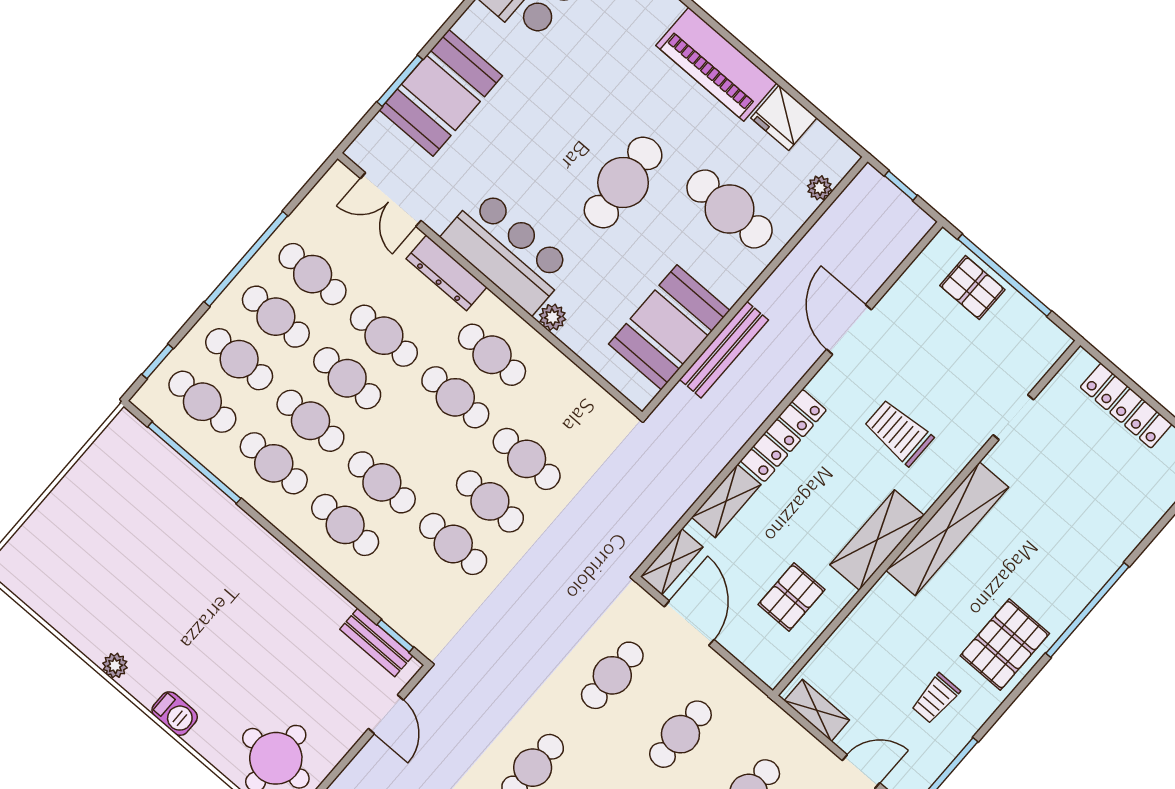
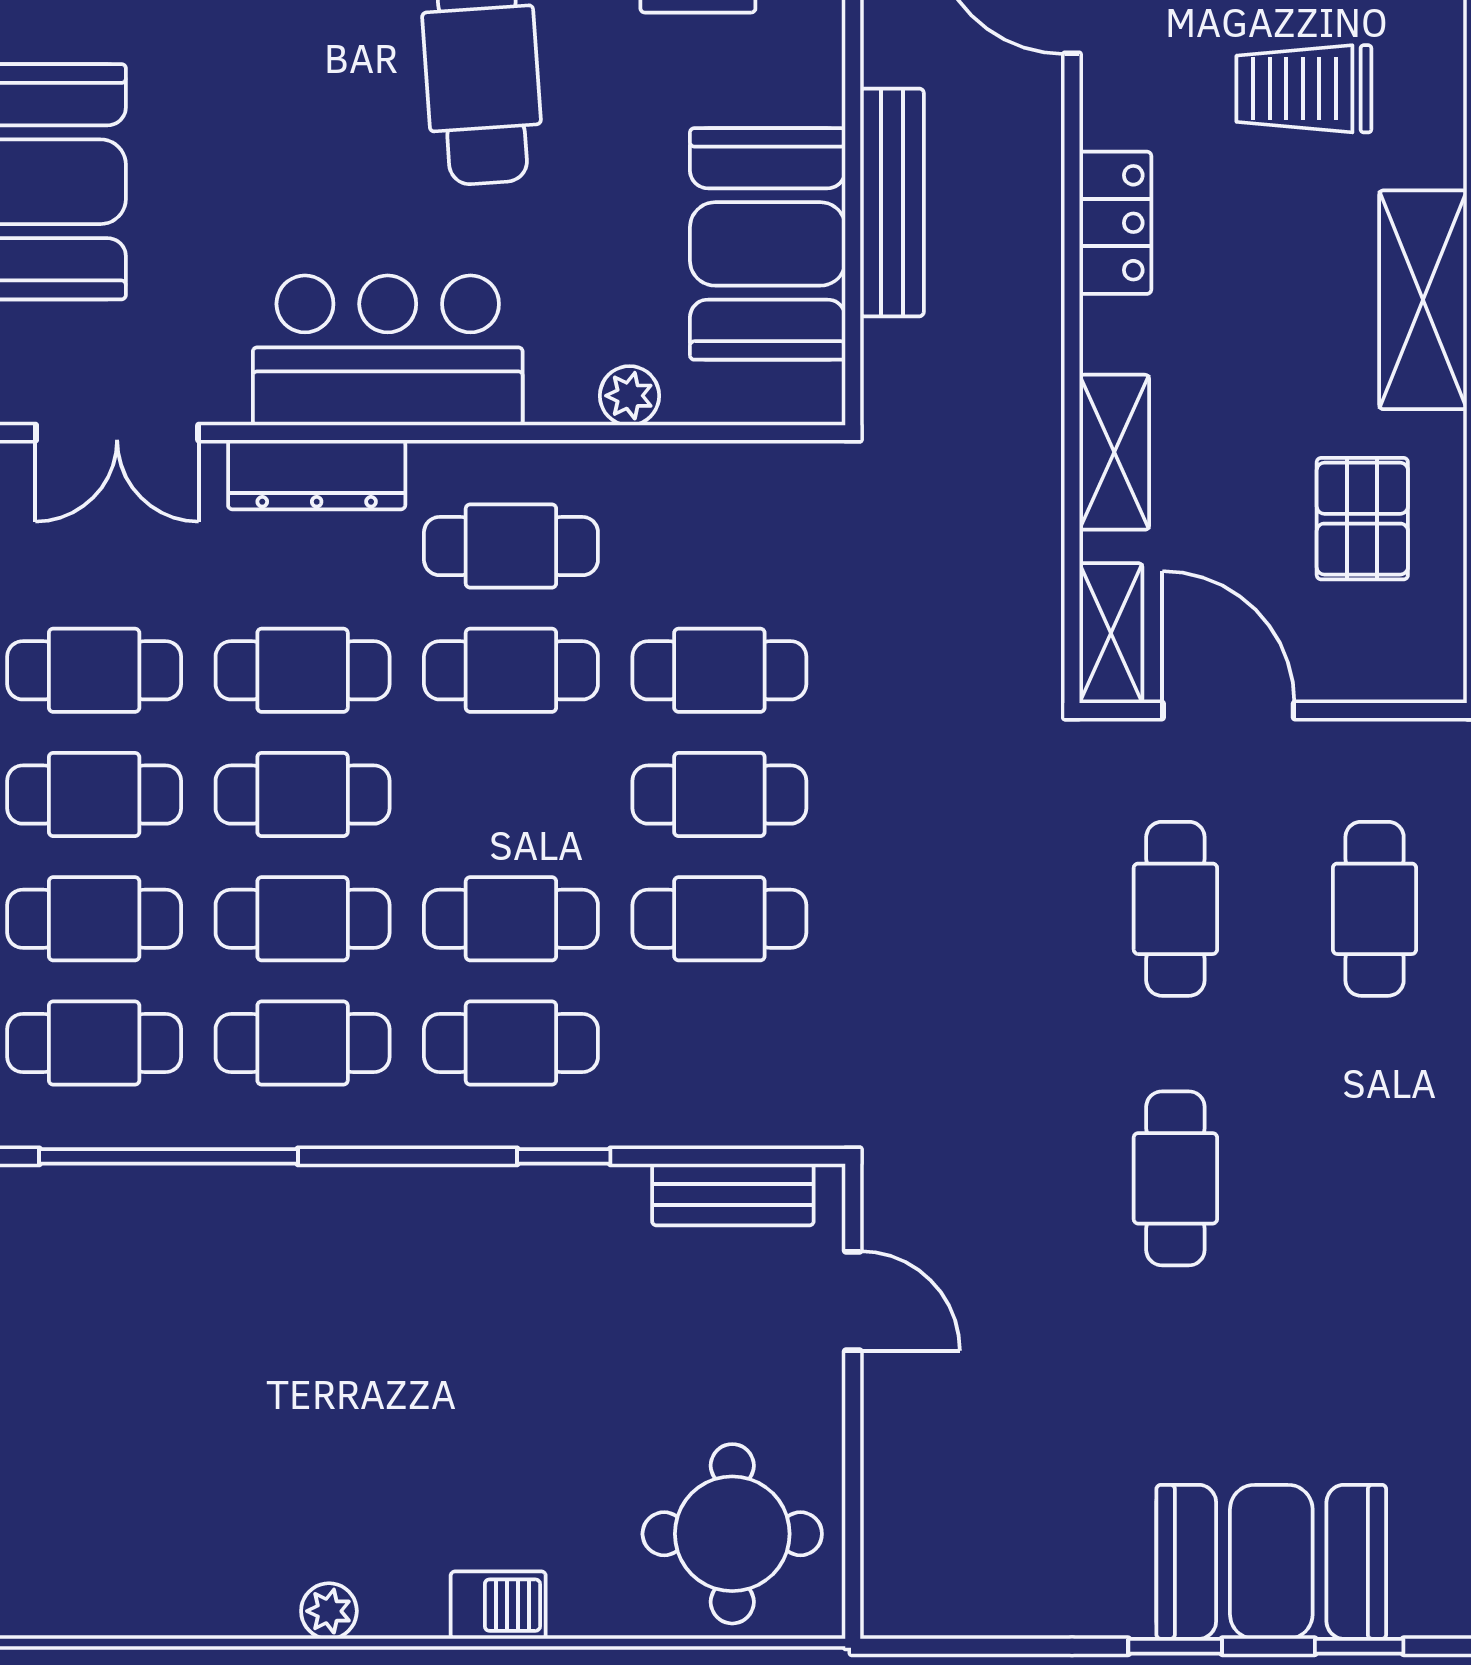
plant: (553, 317) -> (629, 396), moved
locker: (783, 435) -> (1115, 223), width x0.66
window: (395, 636) -> (564, 1156), moved

